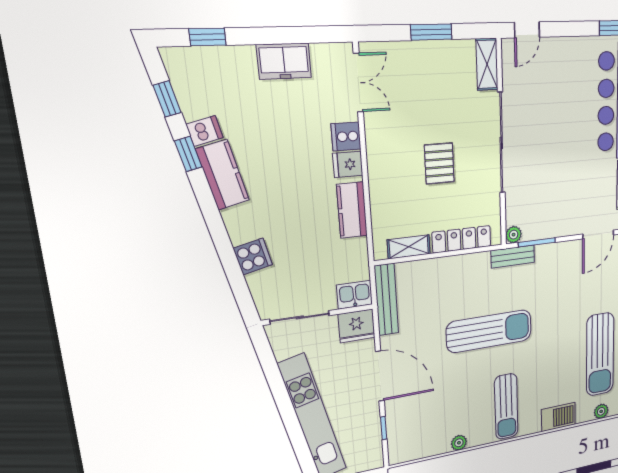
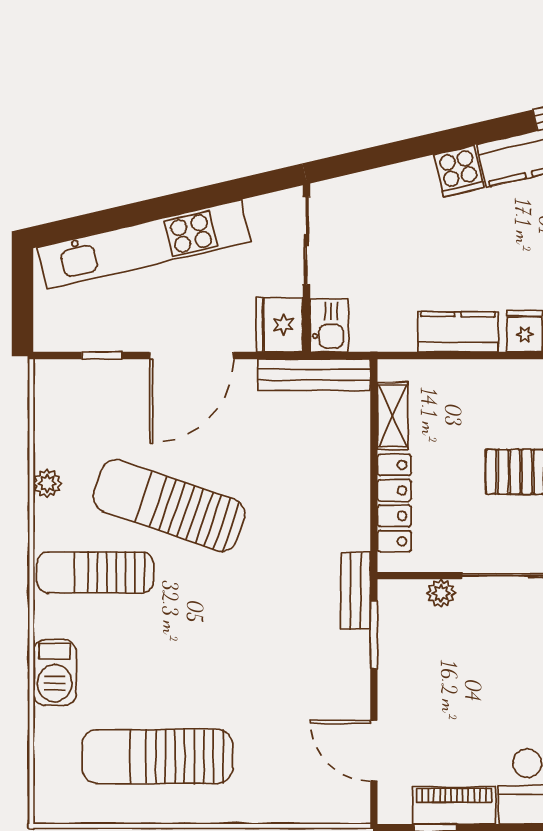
plant: (514, 235) -> (441, 593), moved
cooker: (253, 256) -> (459, 171), moved
sun lounger: (489, 331) -> (169, 505), moved, turned 109
plant: (601, 411) -> (48, 760), removed

